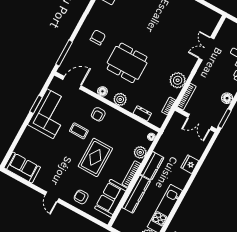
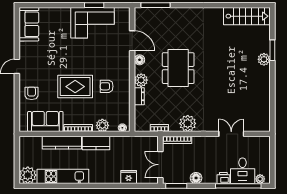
chair: (98, 37) -> (187, 28), removed
door: (72, 83) -> (132, 41), moved
dresser: (142, 113) -> (139, 96), moved
armchair: (98, 114) -> (107, 86), moved
coffee table: (79, 131) -> (91, 58), removed
fridge: (190, 164) -> (129, 177), moved

